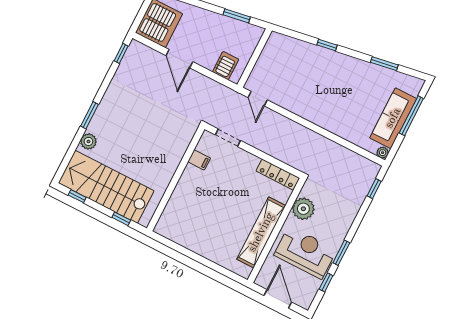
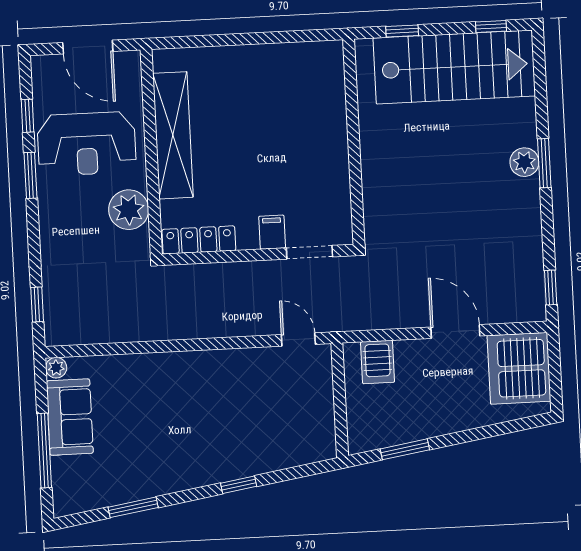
sofa: (393, 118) -> (70, 417), width x0.73
plant: (88, 141) -> (524, 162), moved
filing cabinet: (199, 160) -> (272, 232), moved, turned 90

